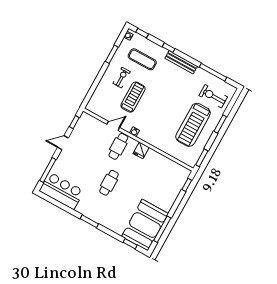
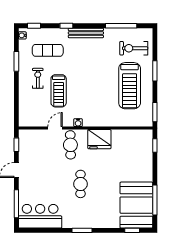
treadmill: (133, 97) -> (59, 91), turned 180
fridge: (141, 150) -> (99, 139), width x1.88, depth x1.34

